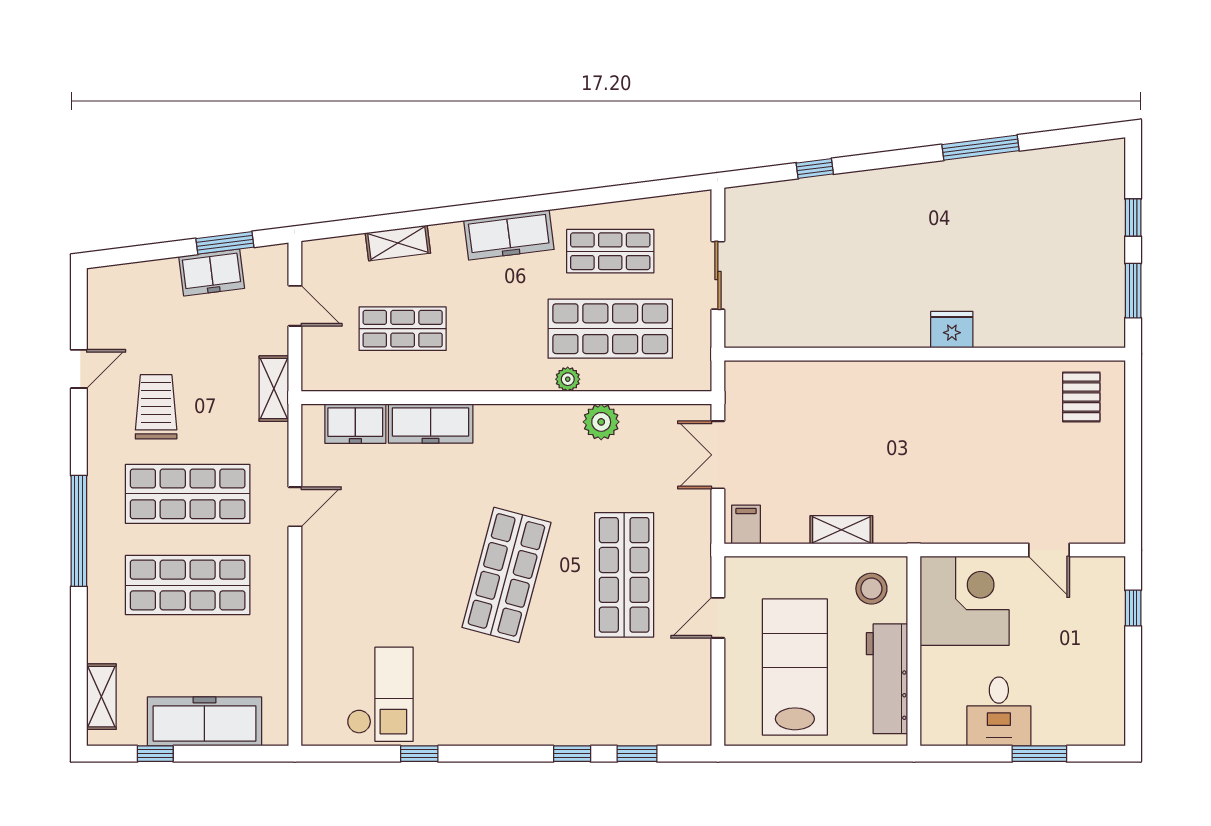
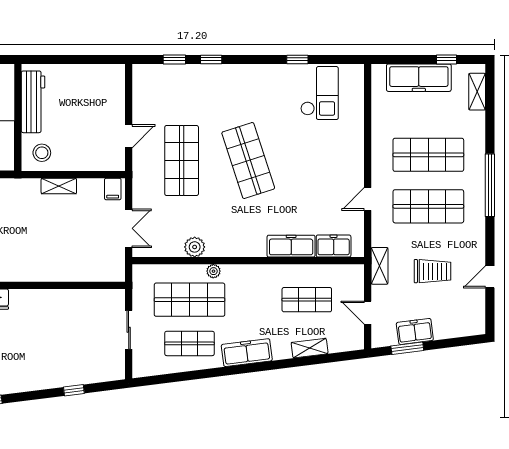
trolley: (156, 407) -> (433, 271), moved, turned -90
shop shelf: (506, 575) -> (248, 161), turned -33
lab bench: (795, 667) -> (85, 108), removed
checkout: (380, 694) -> (320, 93), turned 180

